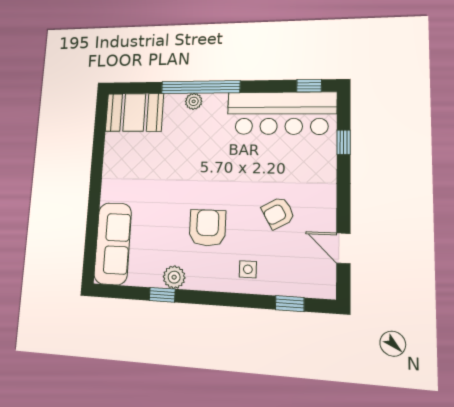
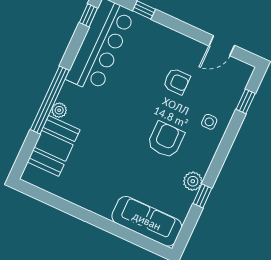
booth: (134, 112) -> (54, 146), moved
armchair: (278, 213) -> (177, 81), turned -61
armchair: (208, 228) -> (166, 140), turned 90

